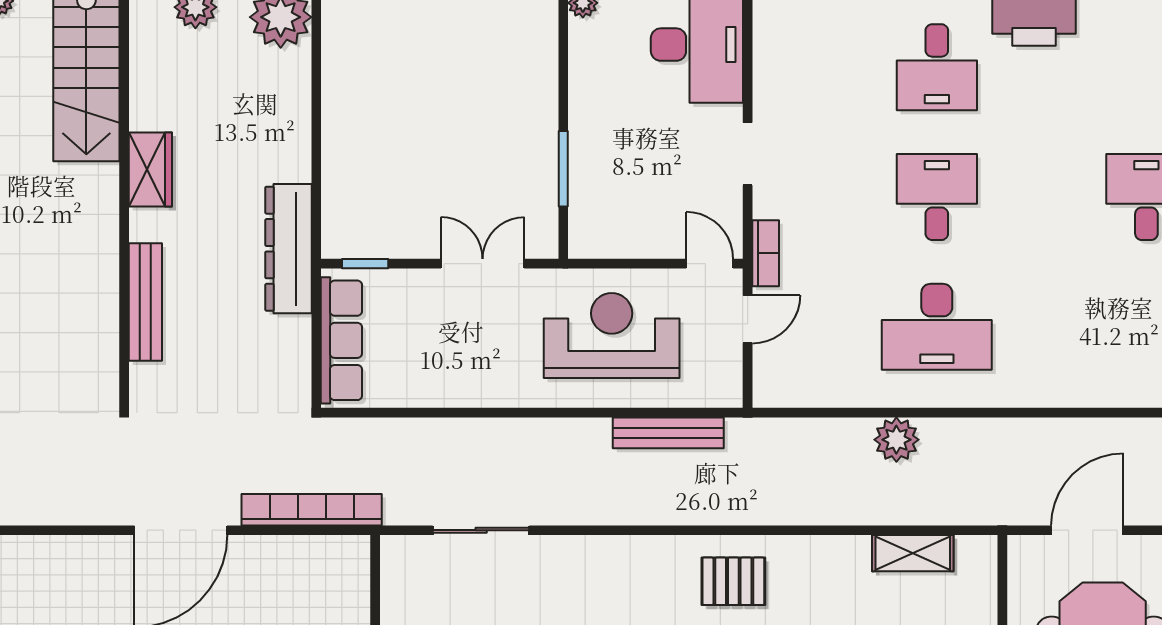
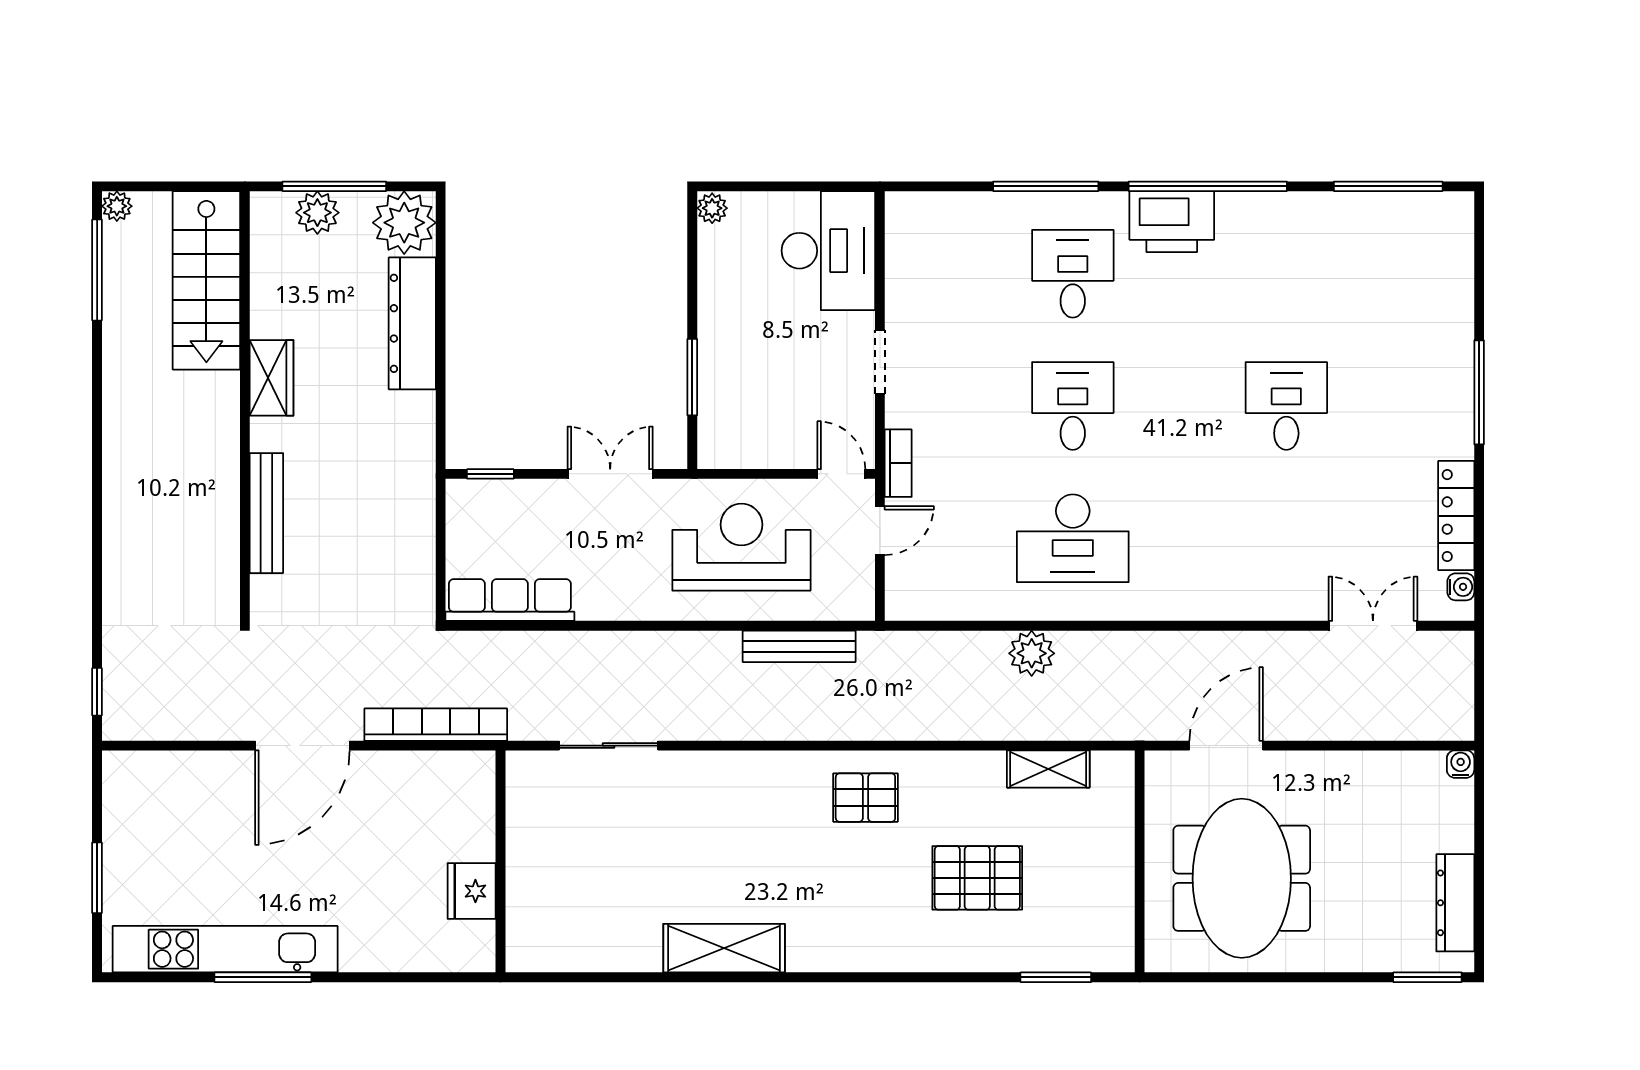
desk: (937, 67) -> (1073, 274), turned 180
dresser: (288, 249) -> (412, 323), moved
row of seats: (341, 340) -> (510, 600), moved, turned -90

